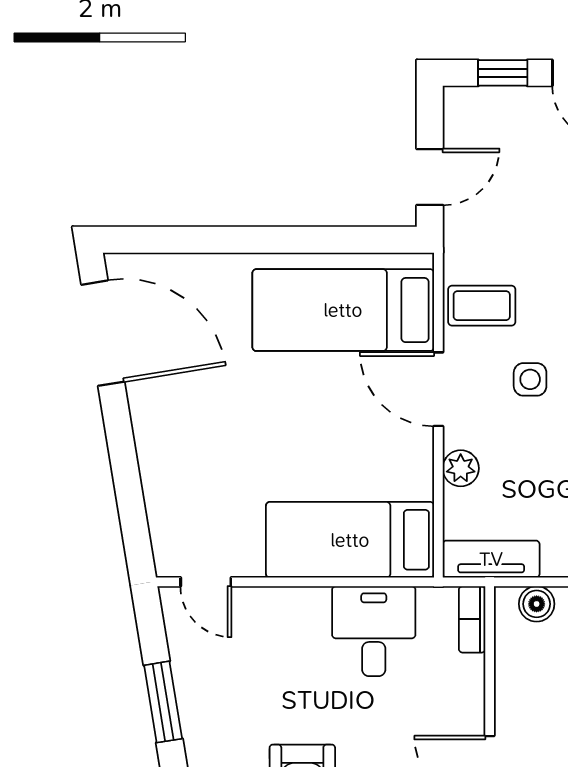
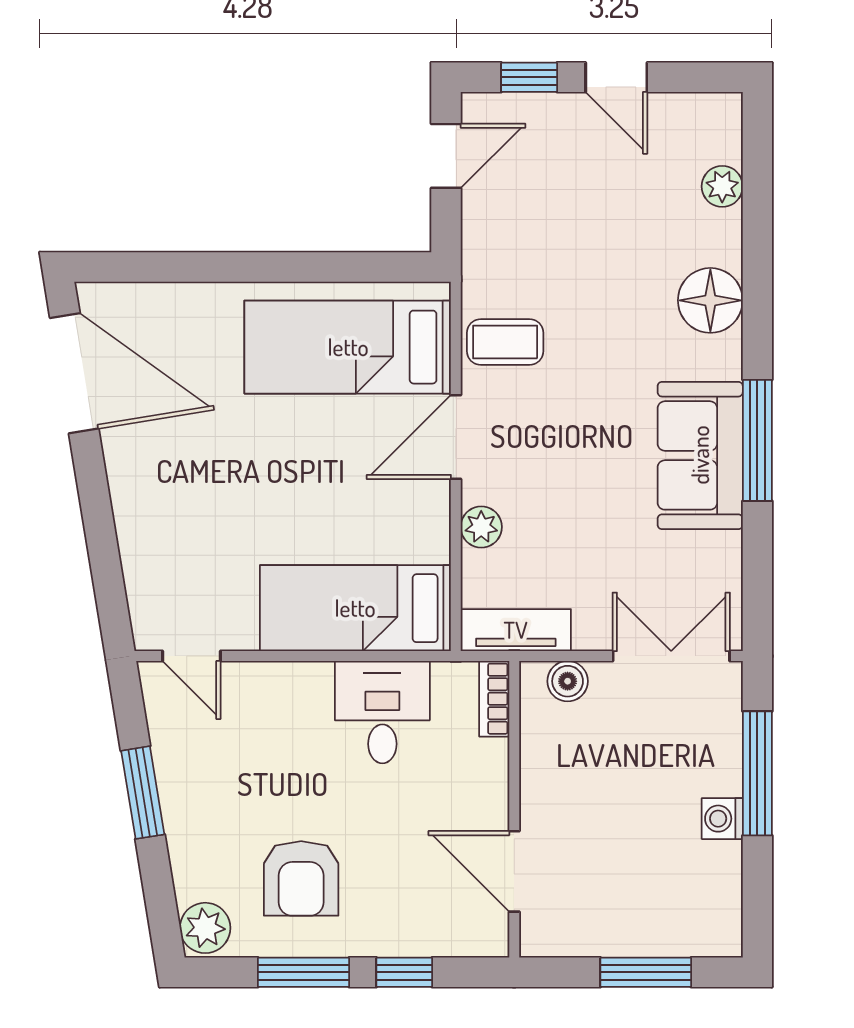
door: (430, 177) -> (446, 156), moved
side table: (530, 379) -> (560, 426), removed
door: (438, 389) -> (456, 437), hinge flipped

